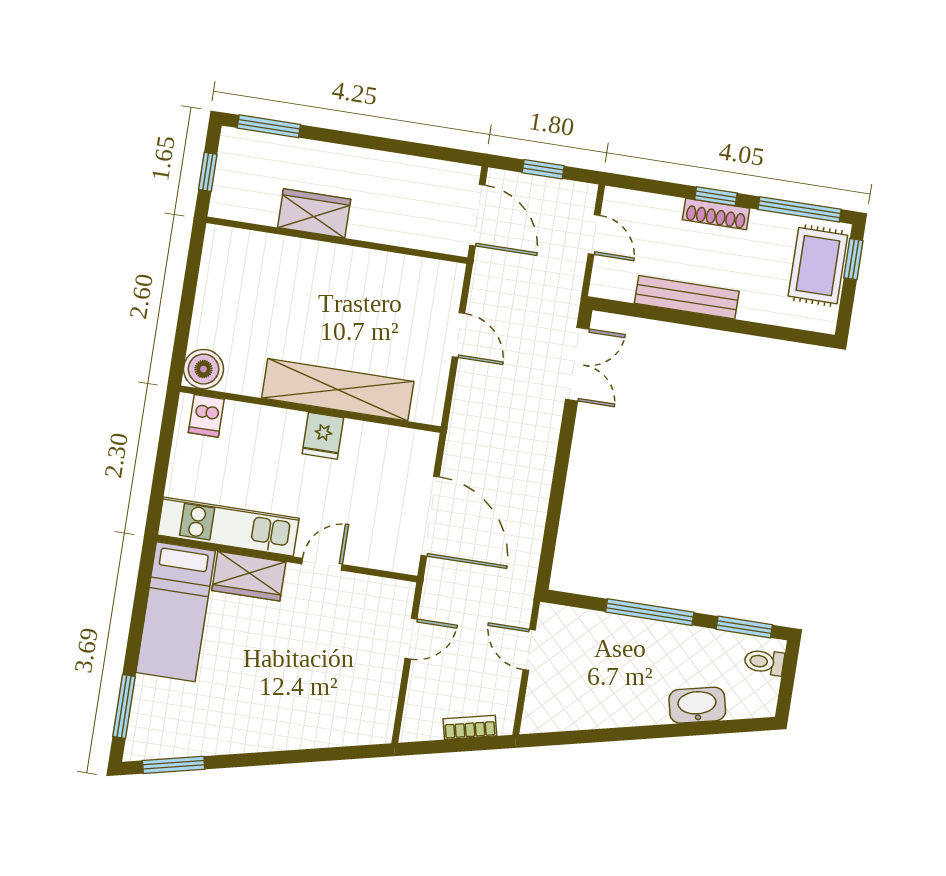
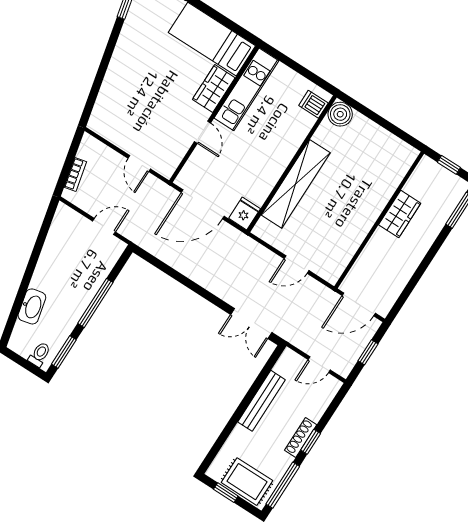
window: (853, 259) -> (226, 493), moved
fridge: (323, 436) -> (245, 213), moved, turned 90

